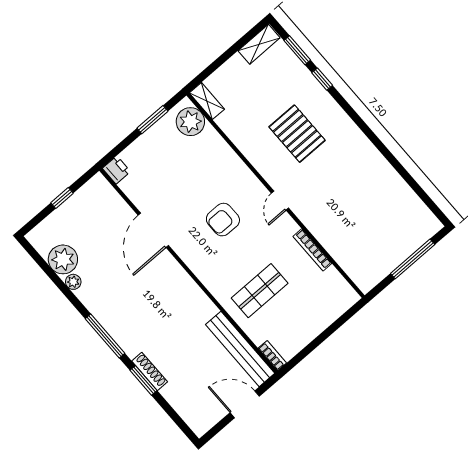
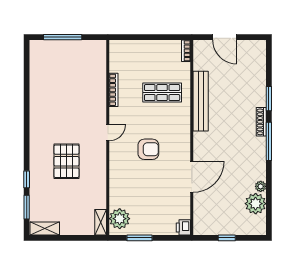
bench: (240, 349) -> (201, 101), moved
shoe rack: (150, 371) -> (261, 122), moved

